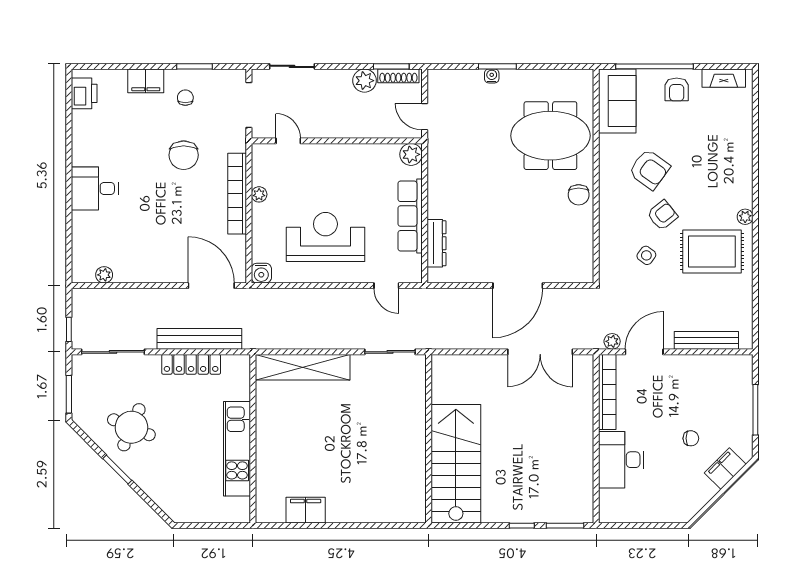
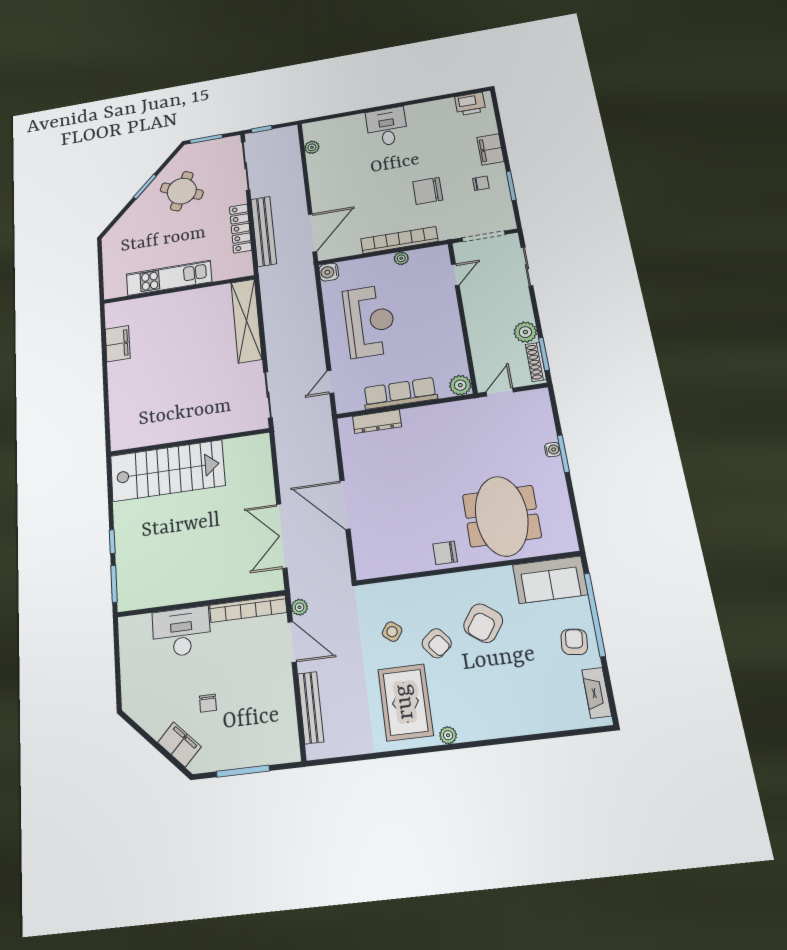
armchair: (677, 89) -> (574, 642), turned 97

